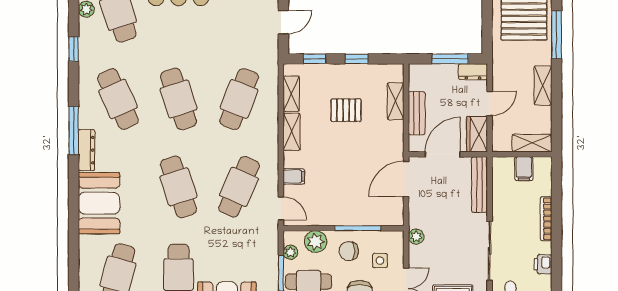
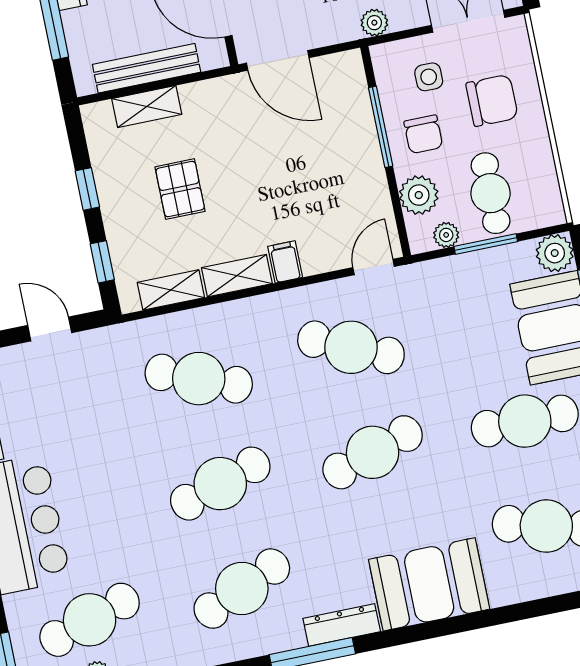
bench: (417, 113) -> (147, 68), width x1.36
filing cabinet: (294, 176) -> (285, 262), moved

